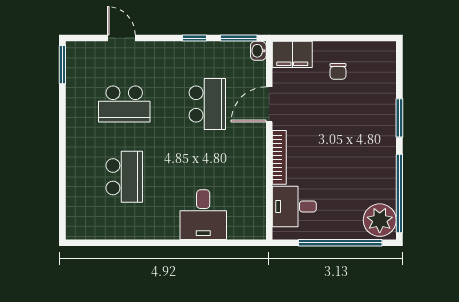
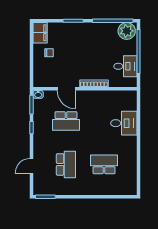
filing cabinet: (292, 54) -> (40, 33), moved
school desk: (207, 104) -> (66, 121), turned 180
desk: (294, 206) -> (125, 66), moved, turned -90

